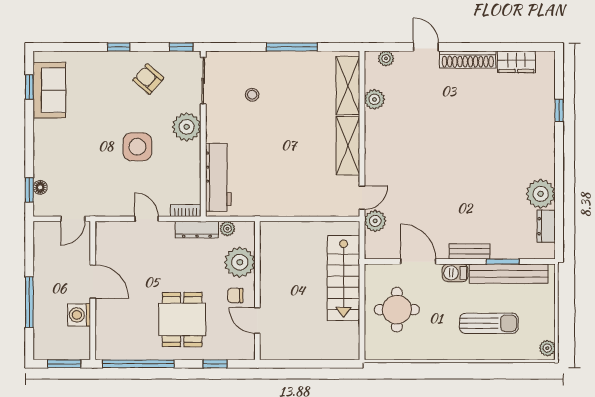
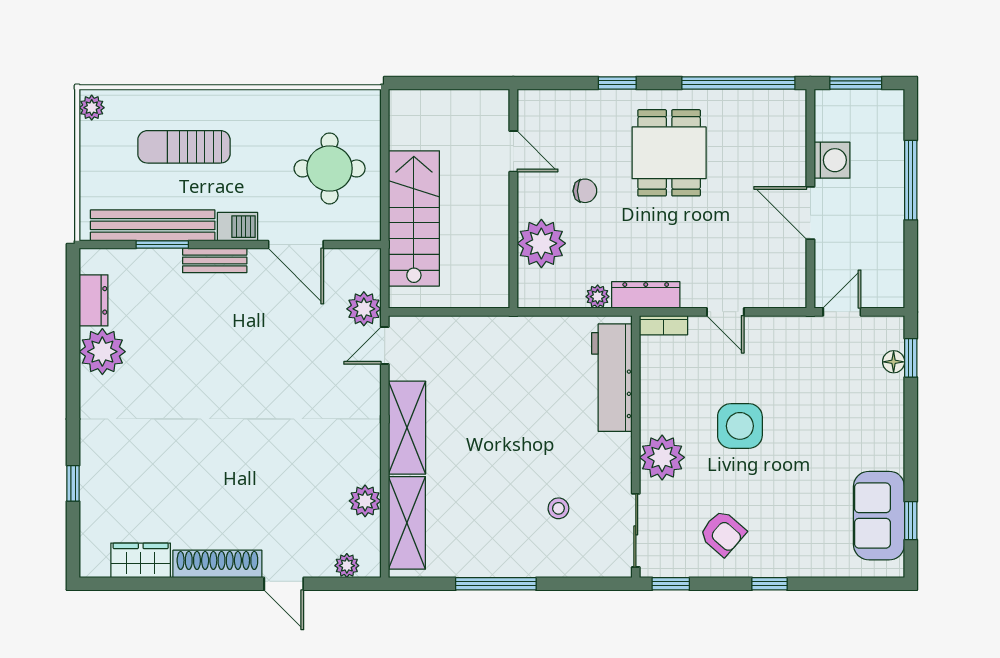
plant: (240, 262) -> (541, 243), moved
wall: (257, 291) -> (513, 199), moved
door: (257, 320) -> (513, 151), moved

